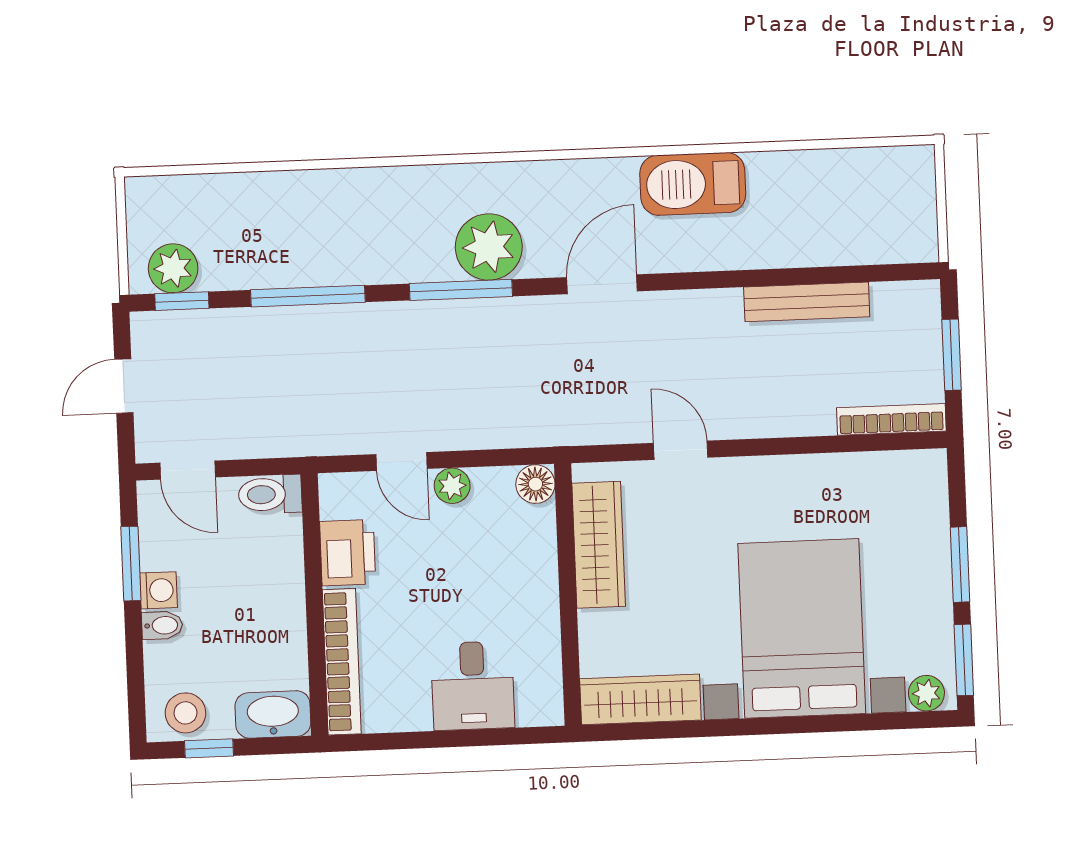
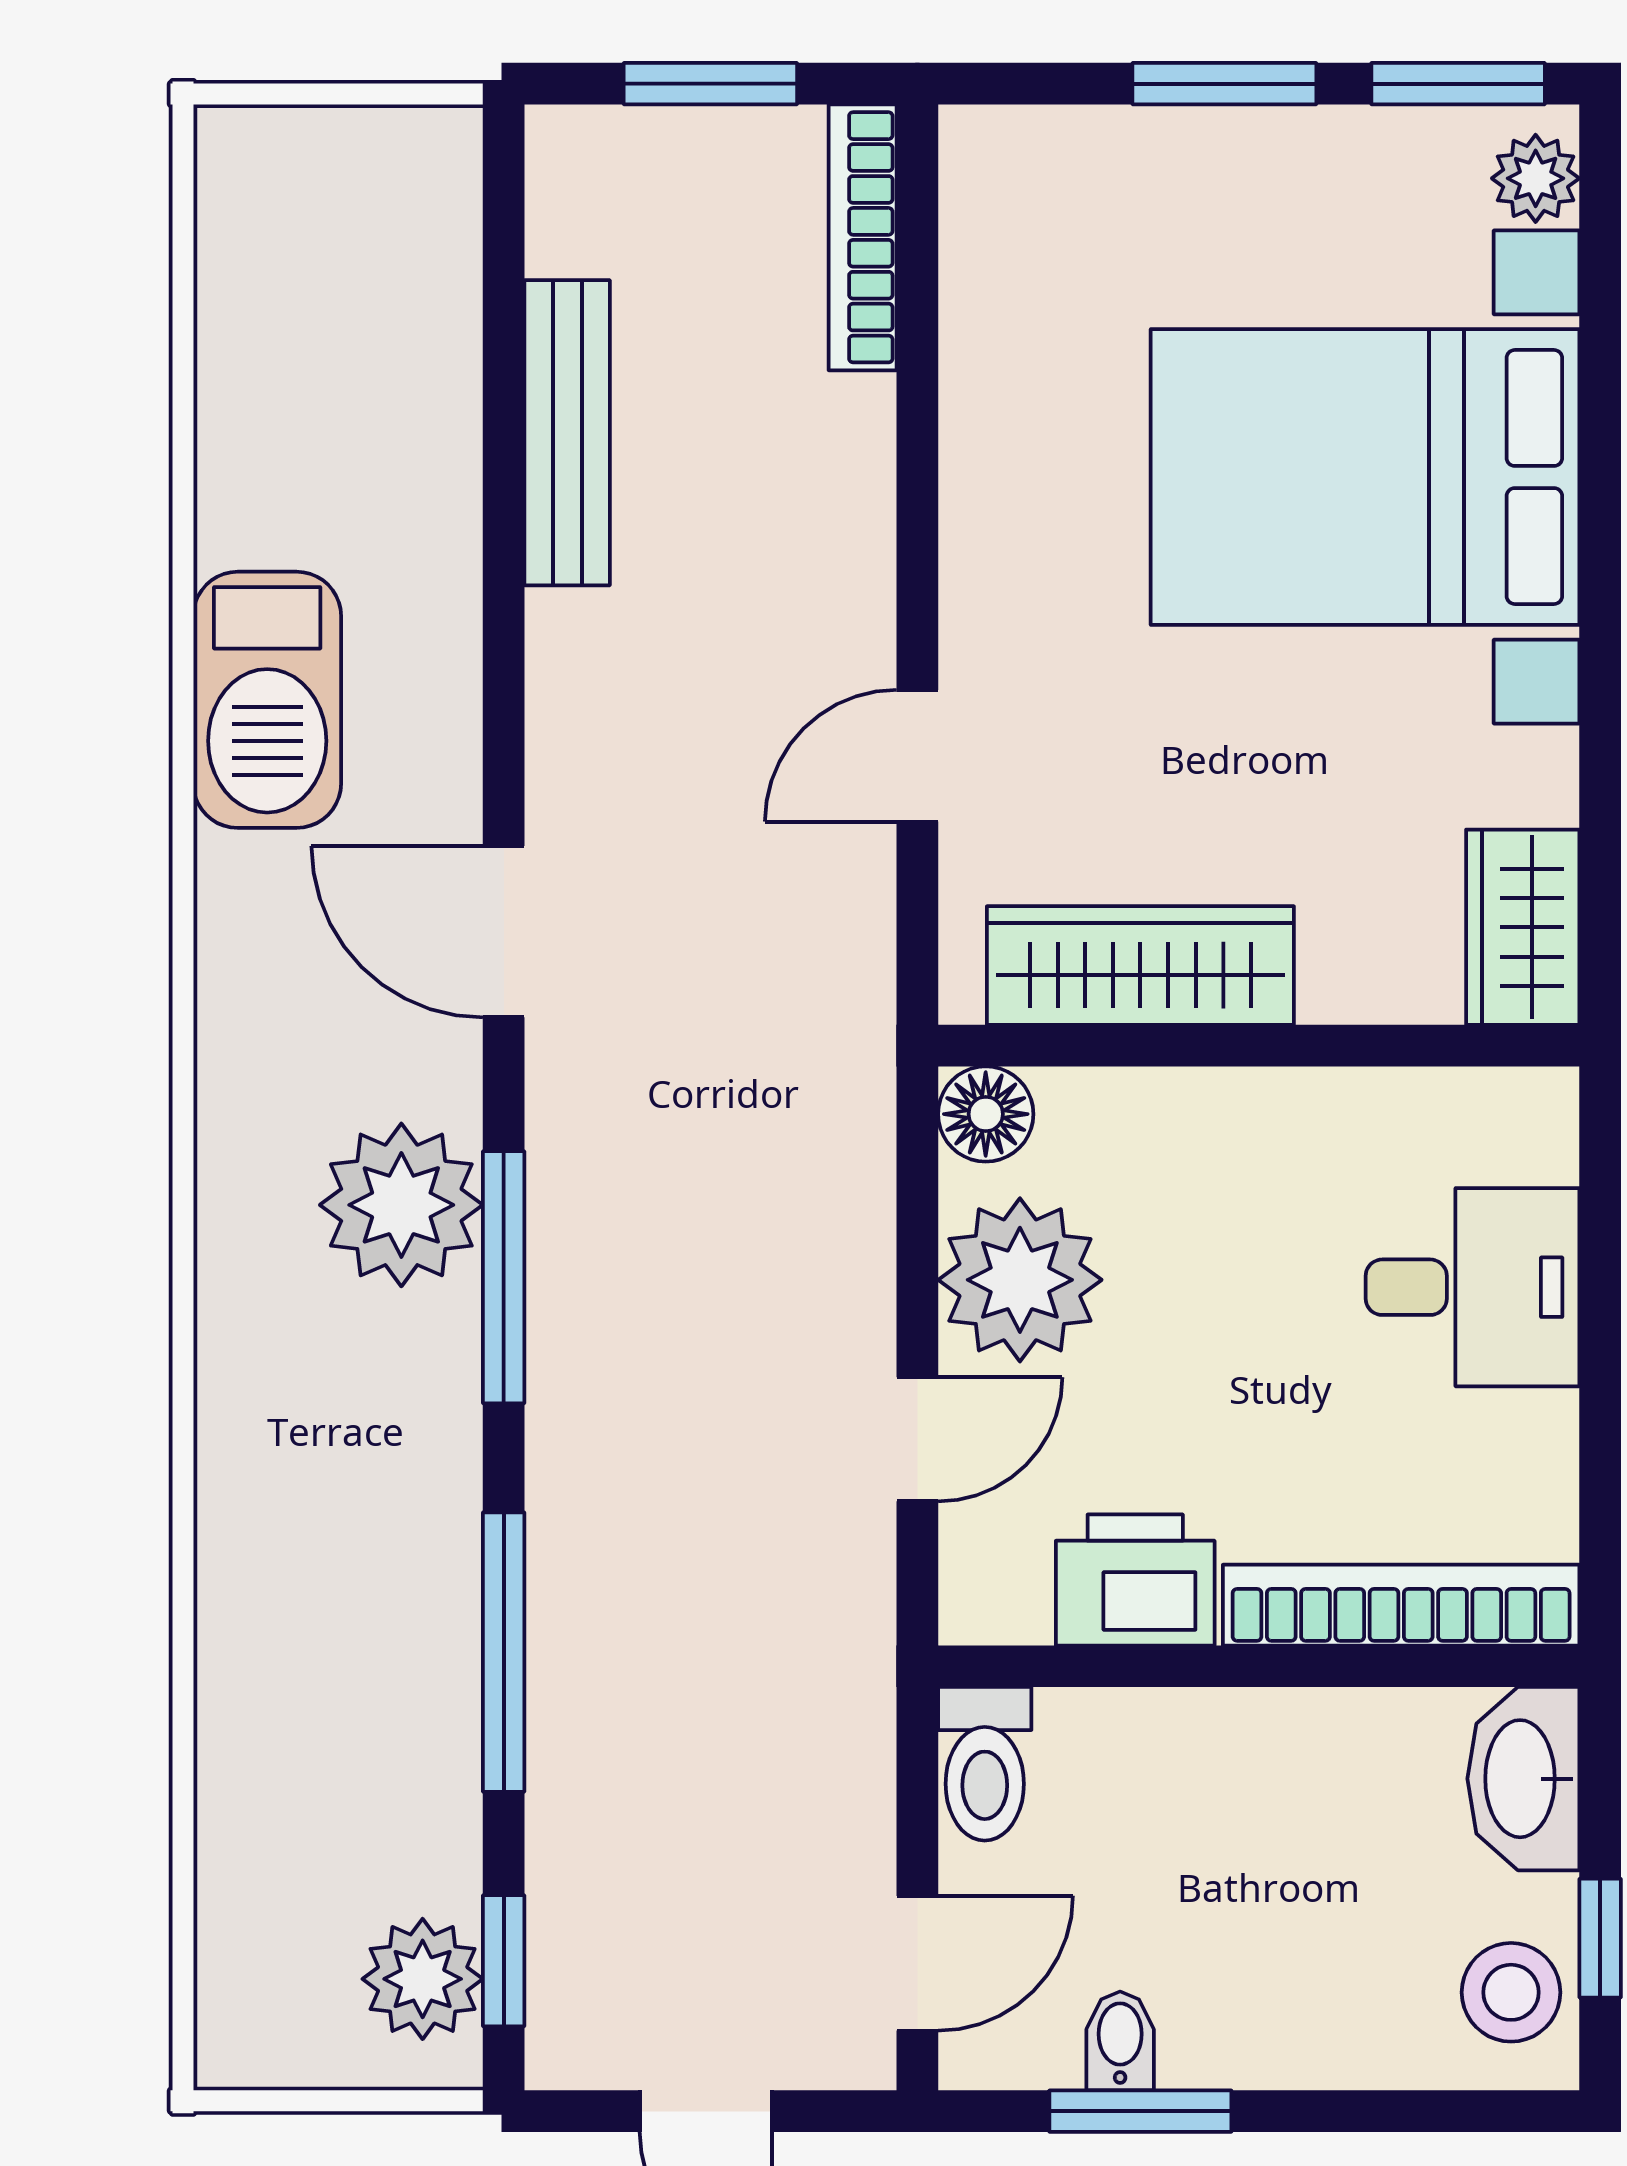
plant: (452, 486) -> (1020, 1280), width x1.88, depth x1.88
washing machine: (159, 590) -> (1209, 2046), removed
bidet: (162, 625) -> (1120, 2041), moved
wardrobe: (640, 699) -> (1523, 927), width x0.67

